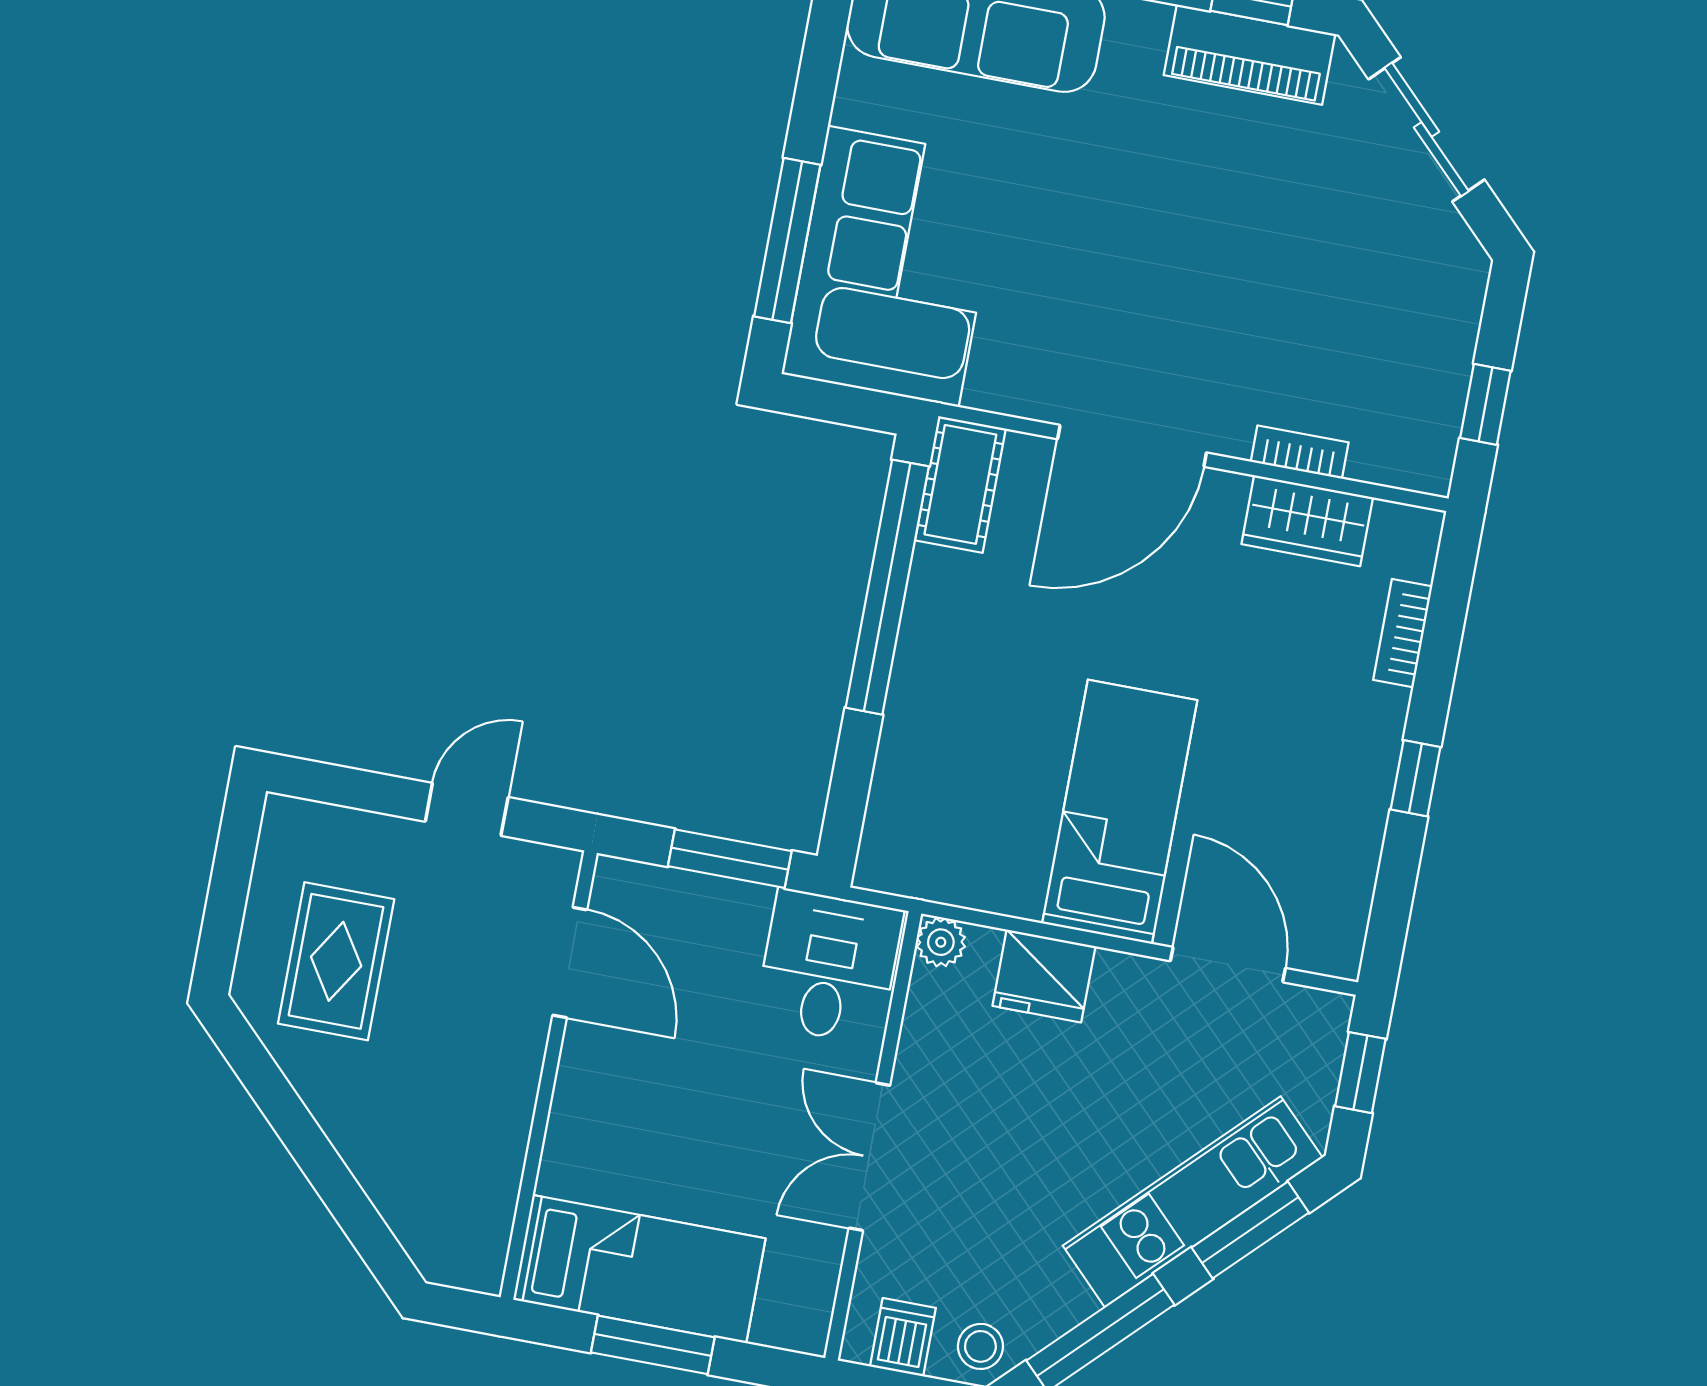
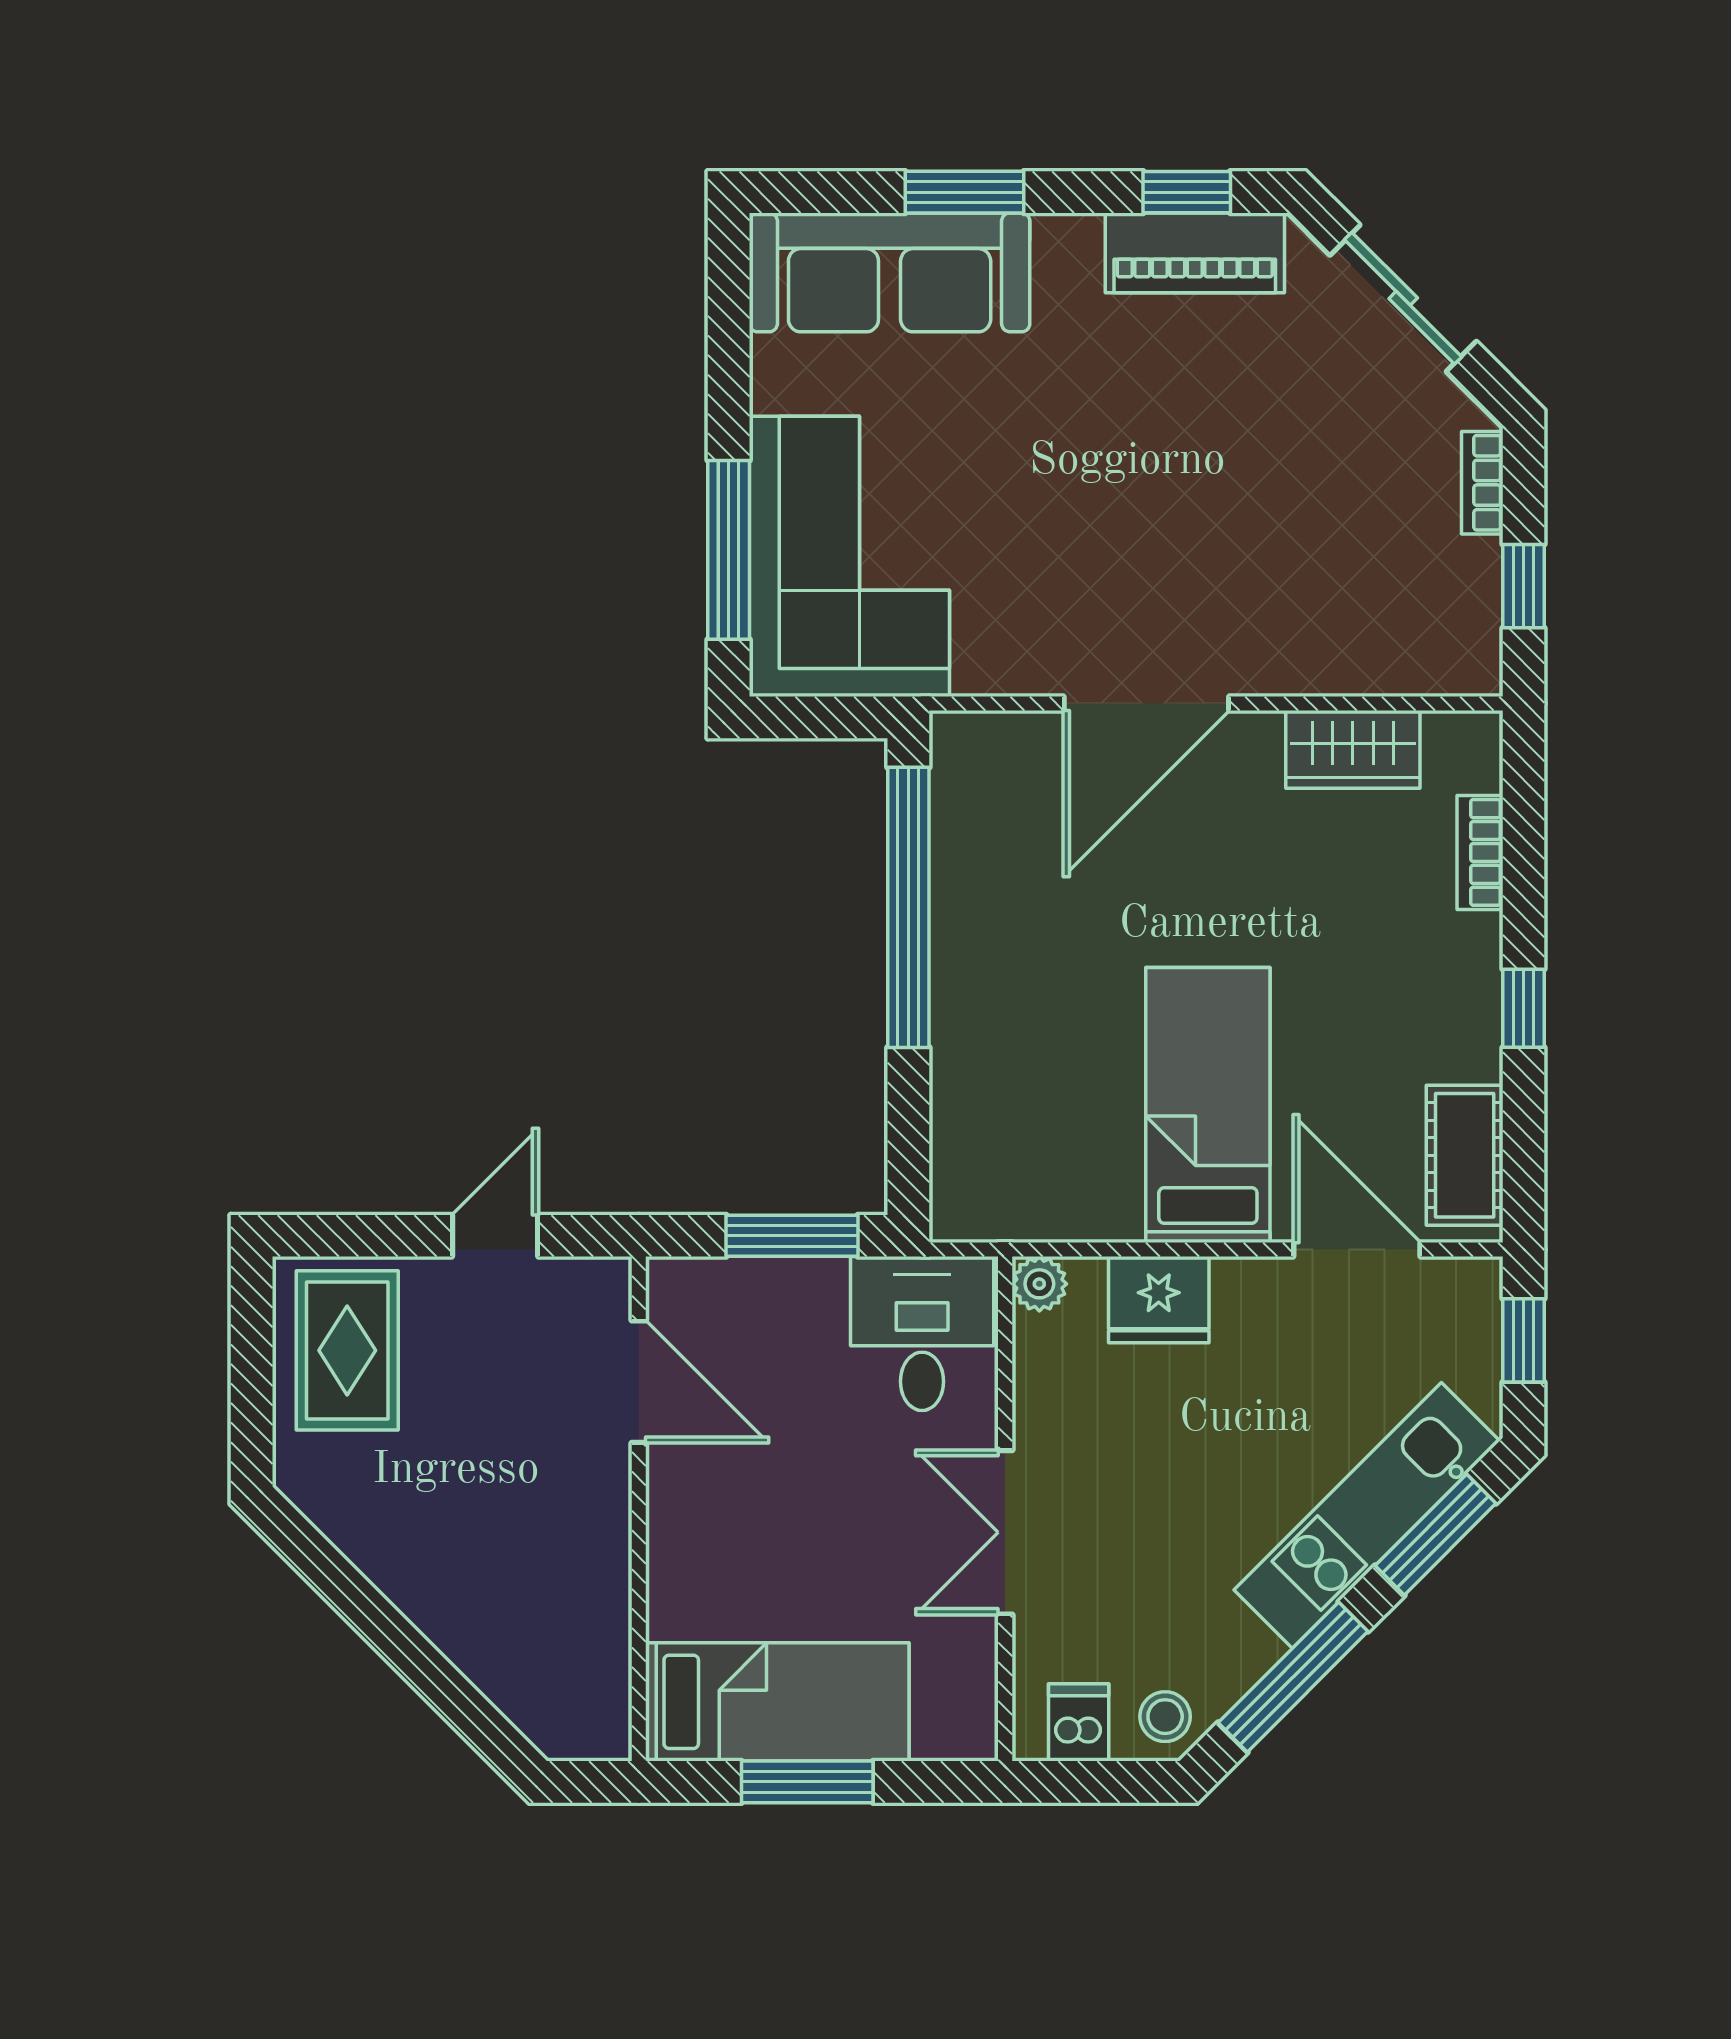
bookcase: (1300, 452) -> (1482, 483), moved, turned -90
cot: (960, 484) -> (1465, 1155), moved
rug: (336, 961) -> (347, 1350), moved

